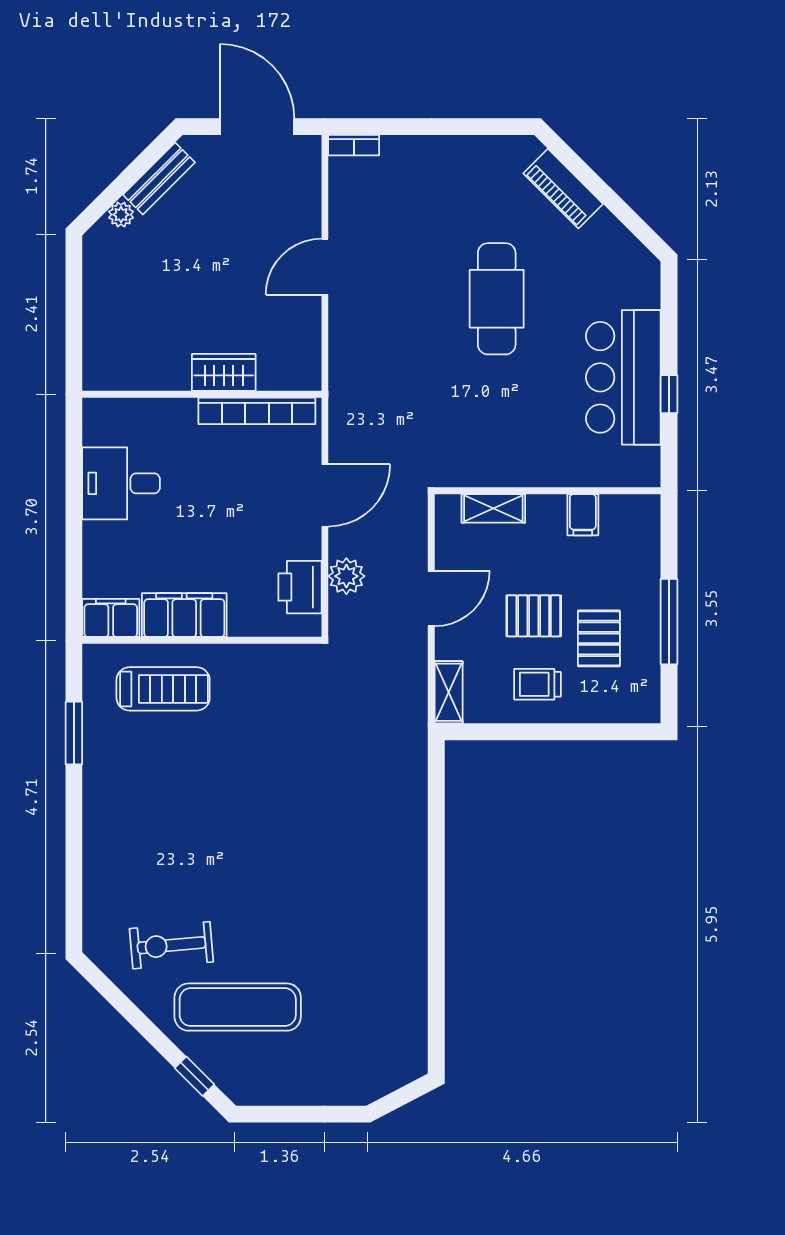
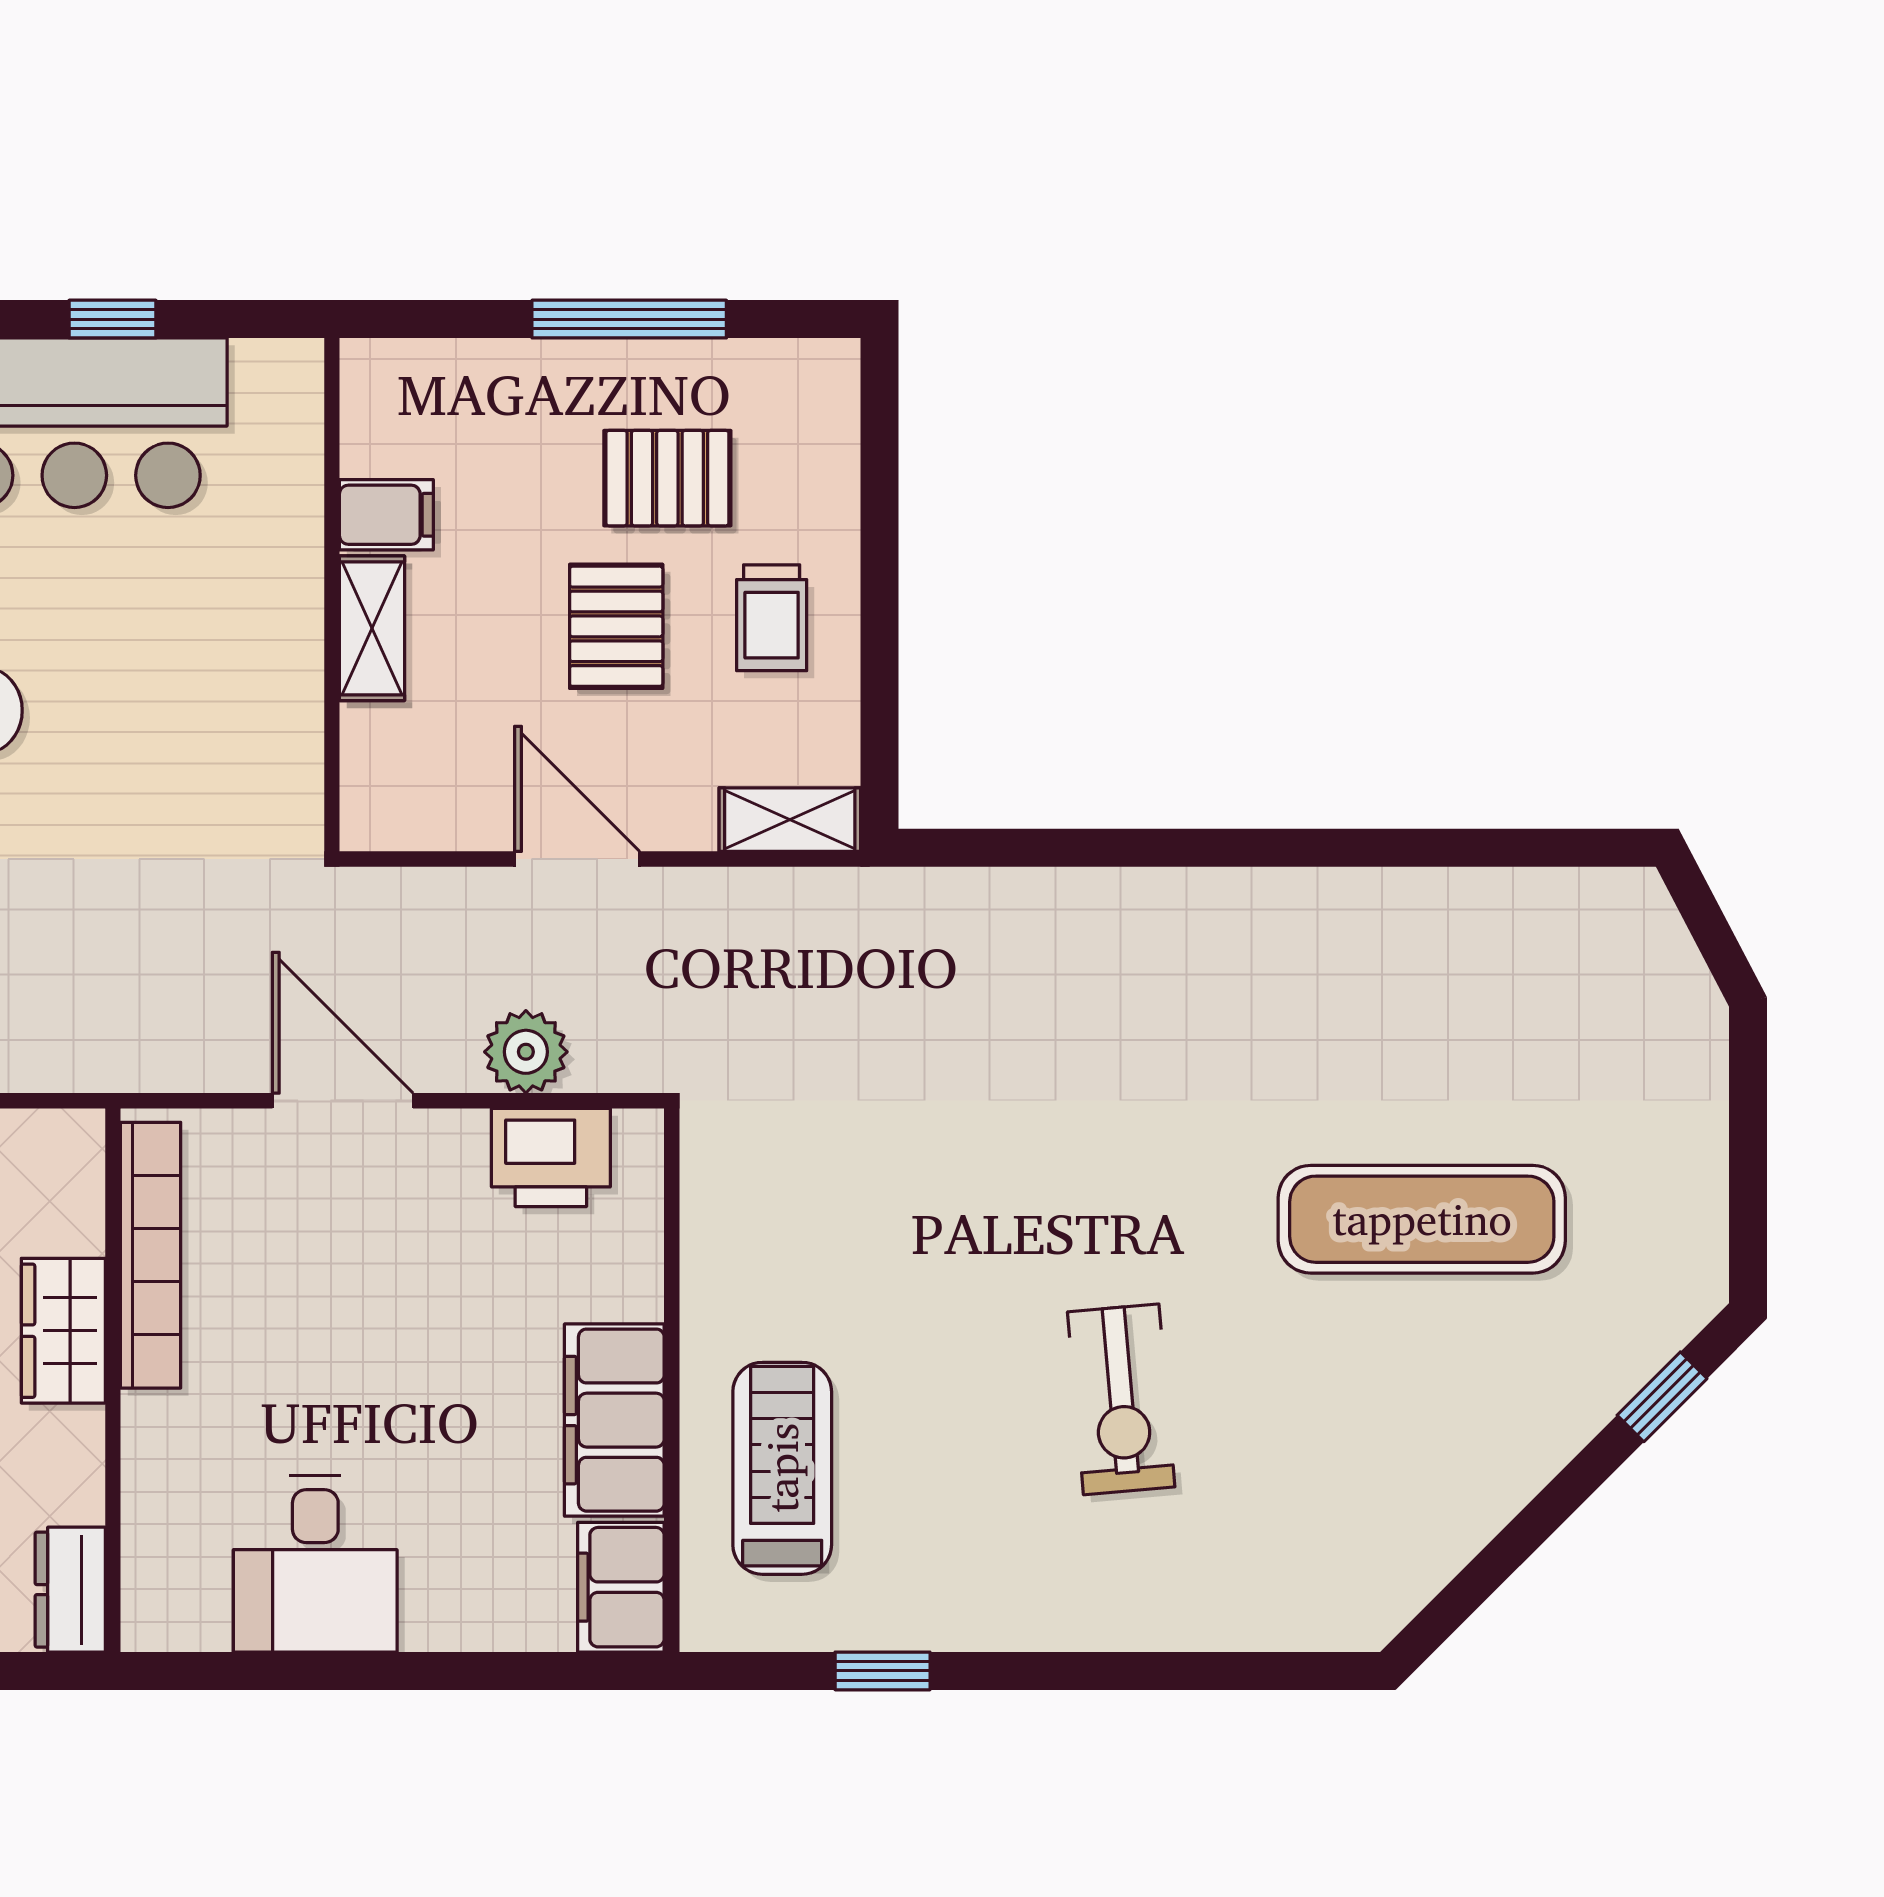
dresser: (110, 376) -> (70, 1590), added
shelving: (493, 508) -> (372, 628), moved
window: (74, 733) -> (883, 1671), width x0.67
exercise bike: (171, 945) -> (1121, 1399), moved
exercise mat: (238, 1007) -> (1422, 1219), moved, turned 90

